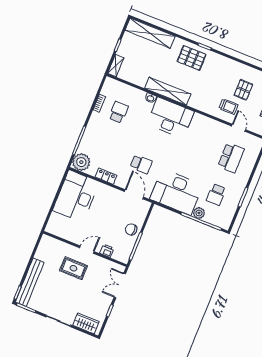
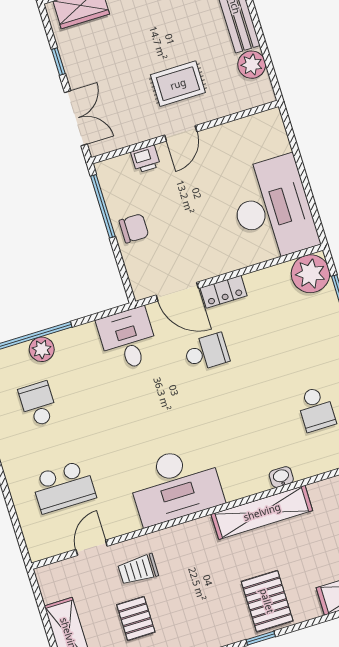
pallet: (192, 58) -> (267, 601), turned 90
desk: (170, 118) -> (175, 485), moved
door: (239, 128) -> (92, 548), swing flipped
school desk: (231, 158) -> (64, 487), turned -90
school desk: (141, 164) -> (206, 352), turned 180
locker: (106, 176) -> (224, 292), moved
desk: (176, 192) -> (128, 339), width x0.53, depth x0.77
plant: (42, 254) -> (252, 65), added

